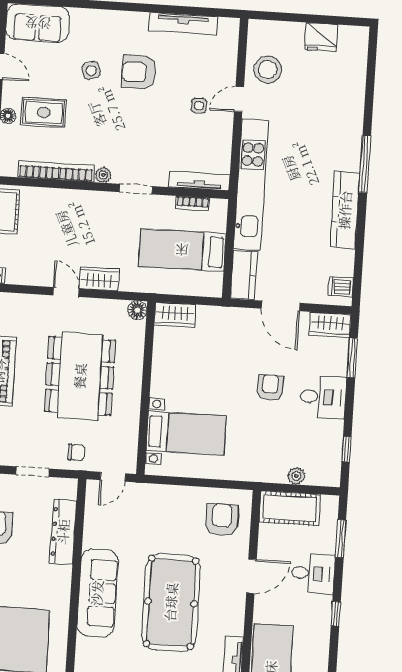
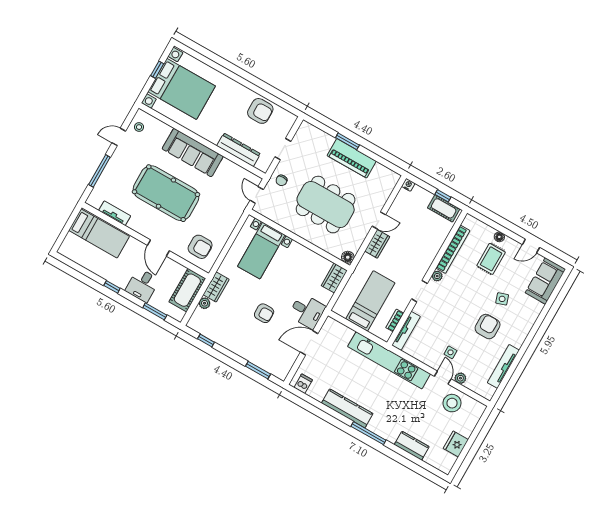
plant: (228, 75) -> (460, 378), added
kitchen counter: (244, 275) -> (412, 446), moved, turned 180
wardrobe: (330, 325) -> (216, 287), moved, turned 180
desk: (323, 397) -> (307, 311), moved, turned -90

